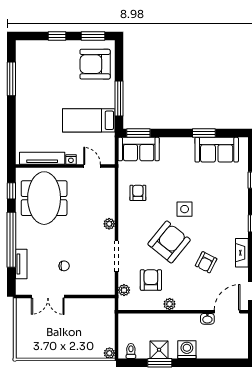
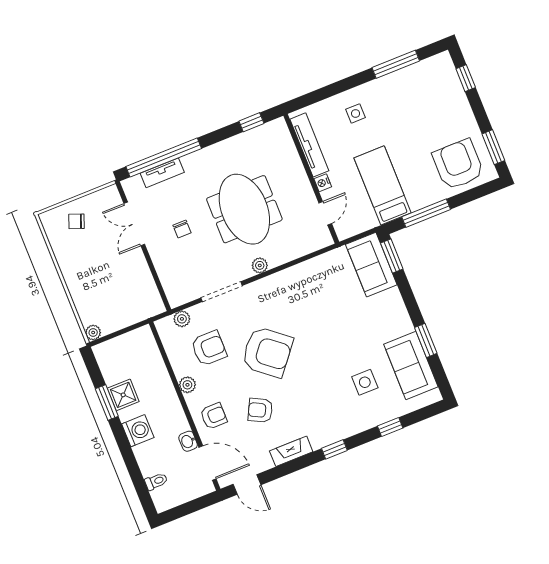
window: (57, 36) -> (466, 78), moved
side table: (33, 119) -> (356, 113), added
armchair: (138, 193) -> (214, 416), moved
meeting table: (44, 198) -> (244, 209), moved, turned 90
side table: (185, 209) -> (365, 382), moved
window: (11, 240) -> (164, 157), moved
chair: (31, 334) -> (77, 221), added
toilet: (131, 351) -> (156, 481), moved

